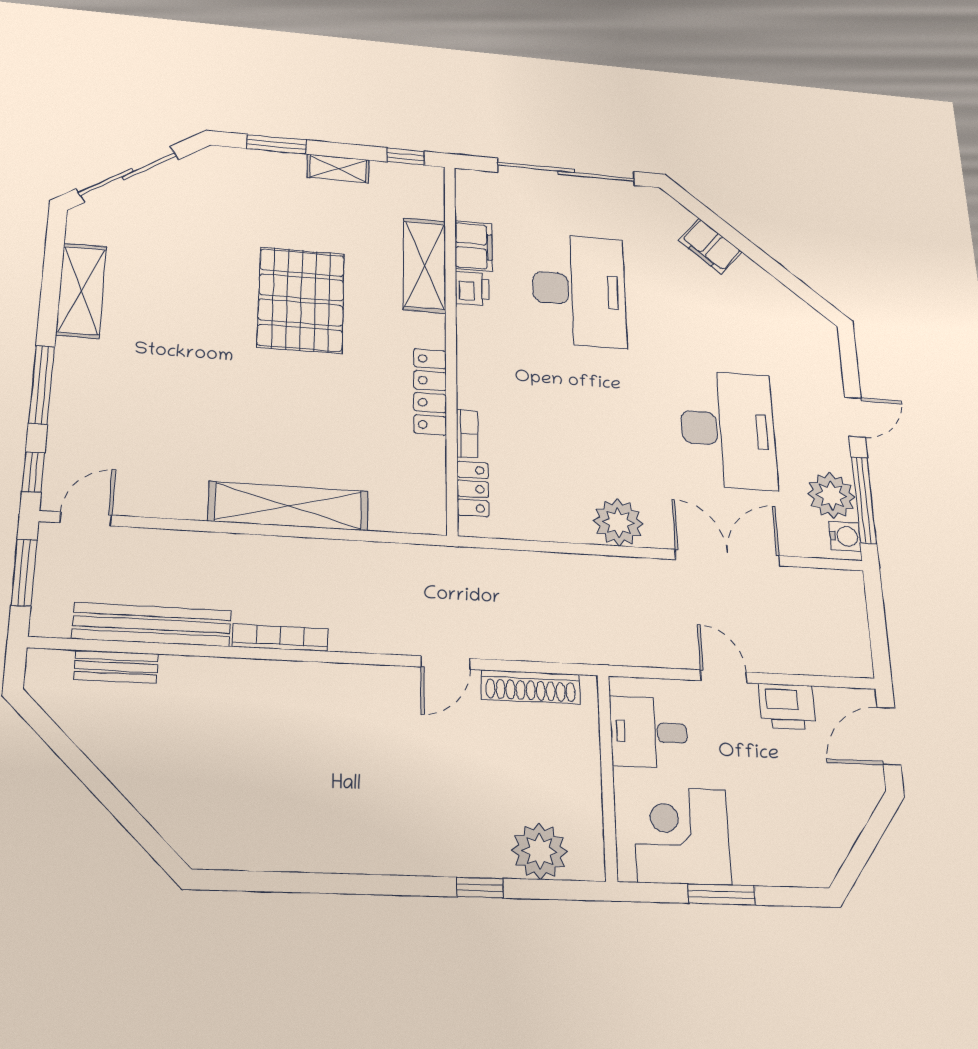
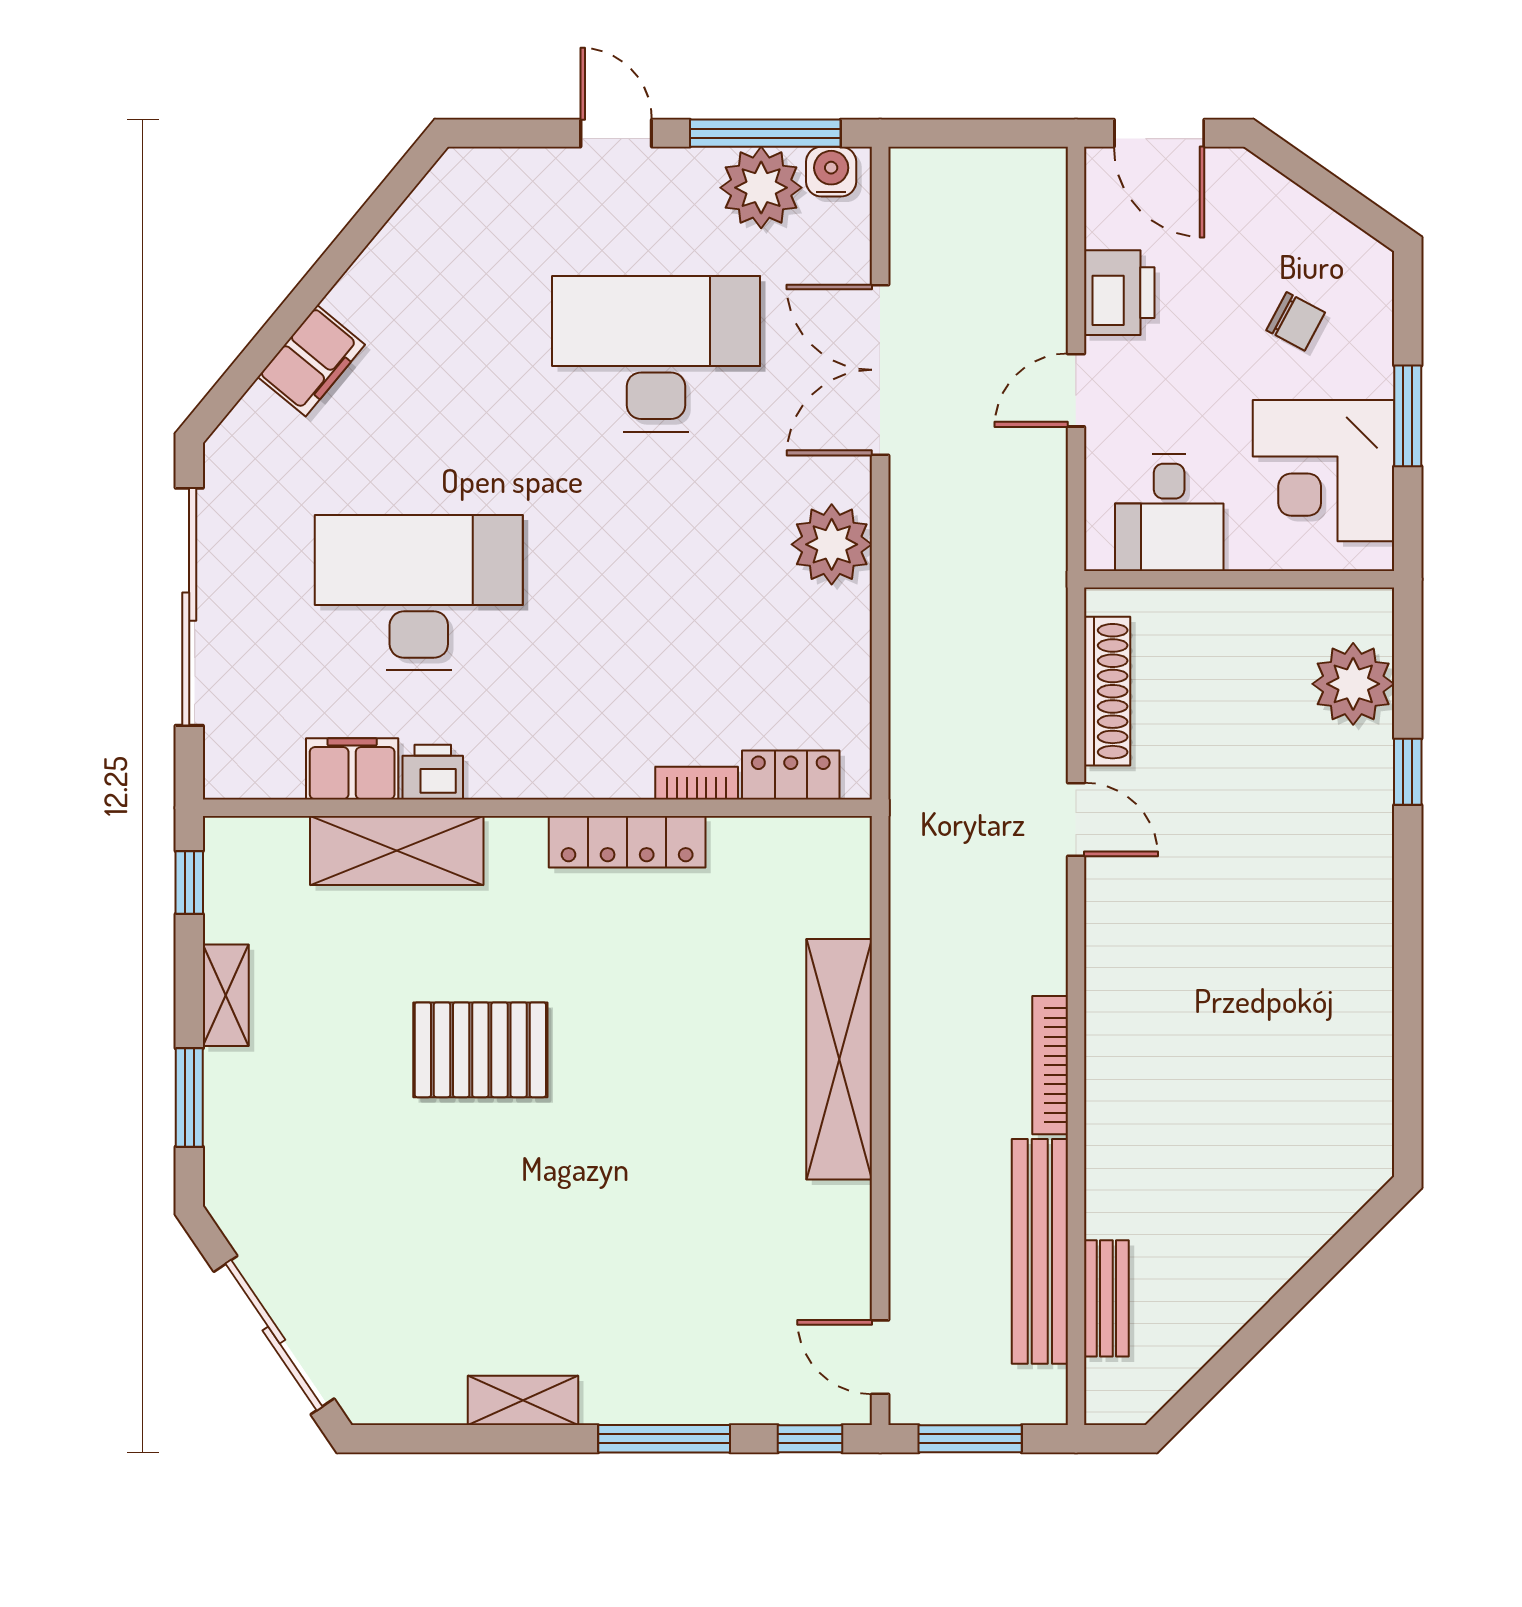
shelving: (81, 291) -> (523, 1400), width x0.67, depth x0.75
pallet: (301, 300) -> (480, 1050), width x0.73, depth x0.71
chair: (778, 820) -> (1296, 321), added

